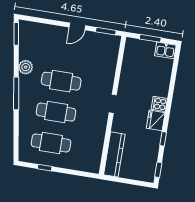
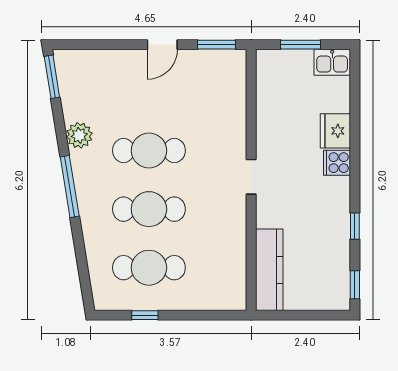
fridge: (156, 120) -> (335, 131), moved

